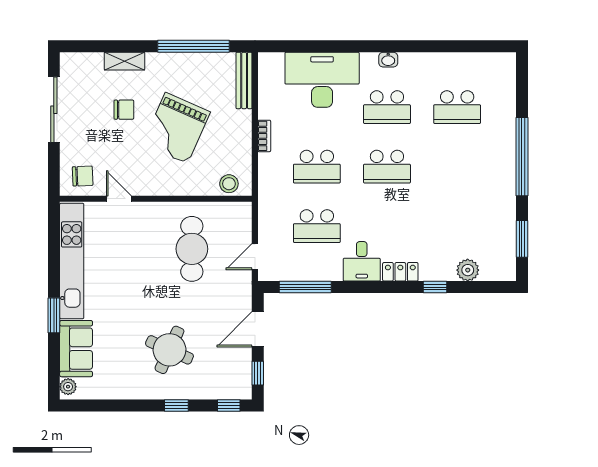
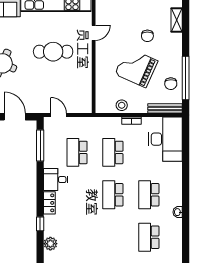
washbasin: (388, 60) -> (178, 212), moved
shelving: (124, 61) -> (177, 20), moved
desk: (322, 80) -> (165, 139), moved
chair: (83, 176) -> (171, 84), moved
stool: (229, 184) -> (122, 105), moved
cafe table: (192, 249) -> (53, 52), moved

